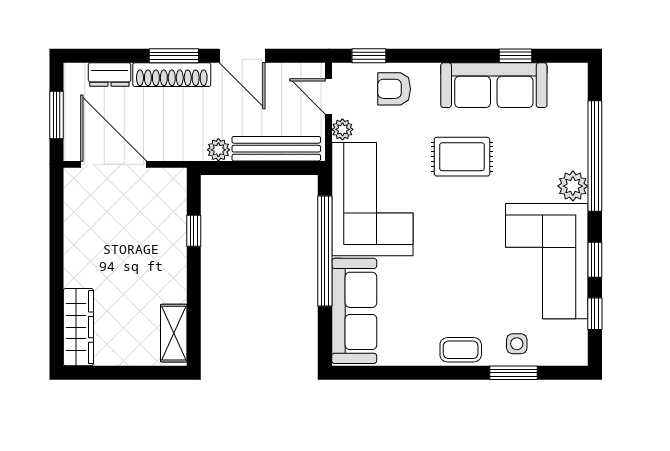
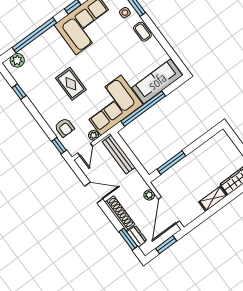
window: (174, 56) -> (128, 239), moved
door: (242, 56) -> (94, 192), hinge flipped
sofa: (494, 85) -> (36, 92), removed
plant: (218, 150) -> (149, 195), moved
plant: (573, 186) -> (17, 60), moved
window: (194, 231) -> (171, 163), width x2.17
shelving: (174, 333) -> (213, 199), moved

